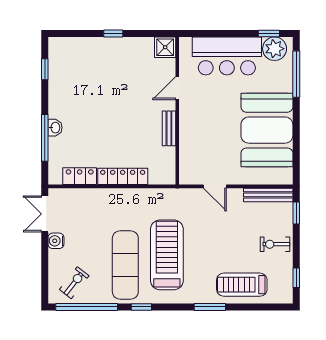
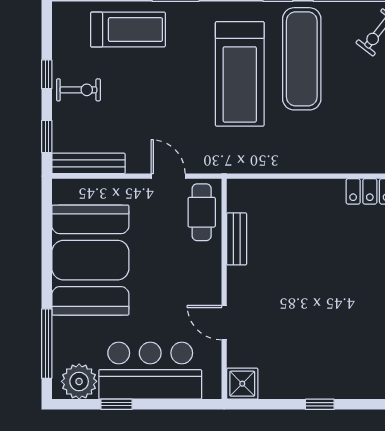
window: (269, 33) -> (116, 404), moved
door: (177, 88) -> (224, 323), swing flipped
bench: (169, 128) -> (237, 239), moved
cafe table: (192, 162) -> (202, 212), added
locker: (123, 176) -> (306, 191), removed
window: (296, 278) -> (47, 74), moved

